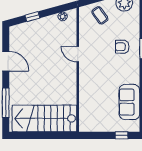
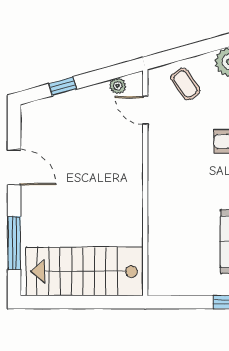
door: (78, 54) -> (145, 110), moved

